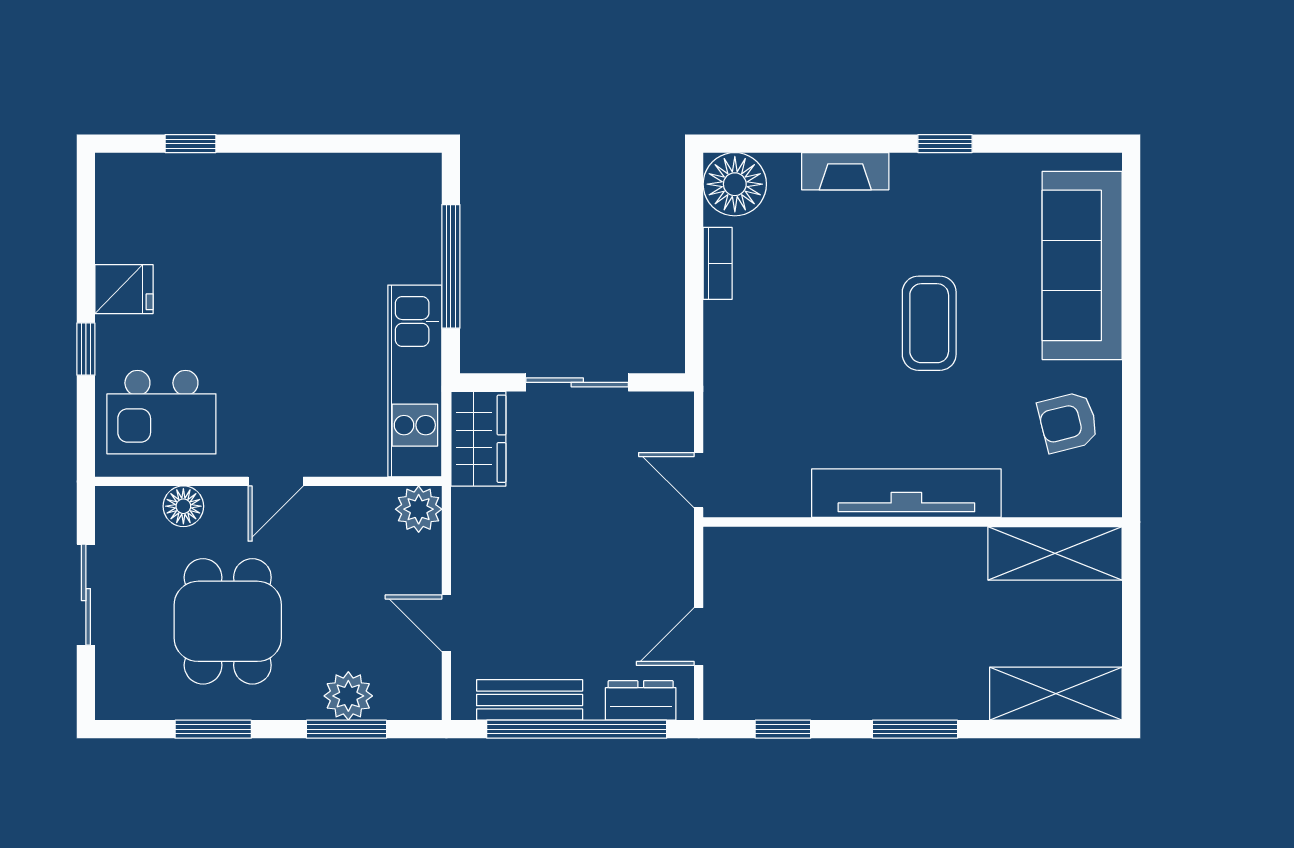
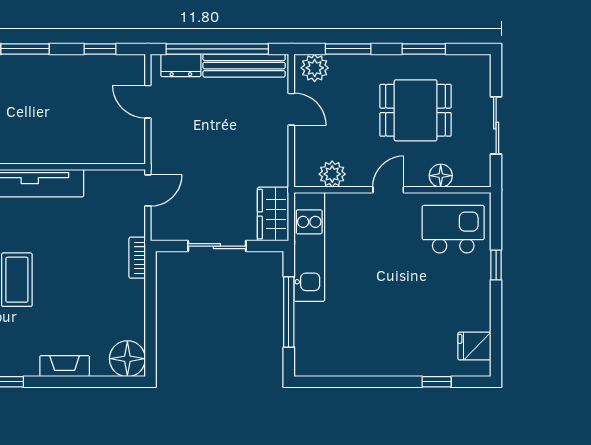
bookcase: (718, 263) -> (137, 258), moved
fridge: (124, 289) -> (474, 346), moved
door: (699, 480) -> (148, 190), hinge flipped
plant: (419, 509) -> (332, 174), moved
dining table: (228, 621) -> (416, 110), turned 90
door: (699, 637) -> (148, 102), swing flipped
plant: (348, 696) -> (315, 68), moved
bench: (530, 700) -> (244, 66), width x1.36

